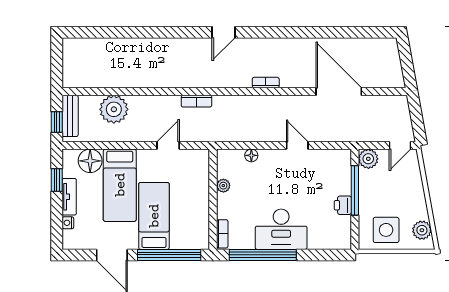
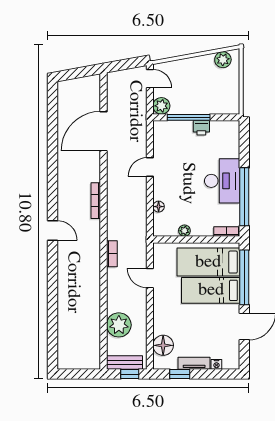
bookcase: (266, 83) -> (96, 201), width x1.56
bed: (120, 185) -> (208, 262), moved, turned 180
side table: (386, 230) -> (223, 91), removed

